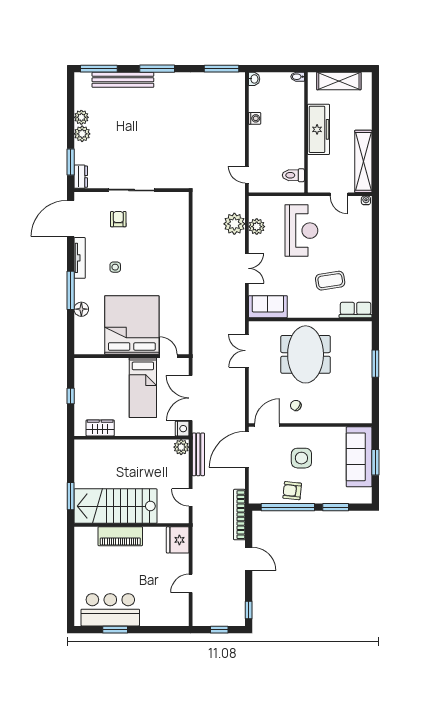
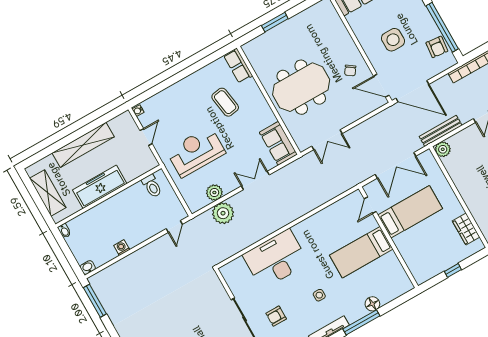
shelving: (363, 161) -> (83, 145), moved
desk: (168, 247) -> (276, 259), added
bed: (132, 325) -> (361, 252), width x0.49
nightstand: (182, 429) -> (426, 158), removed
armchair: (292, 491) -> (437, 47), moved

